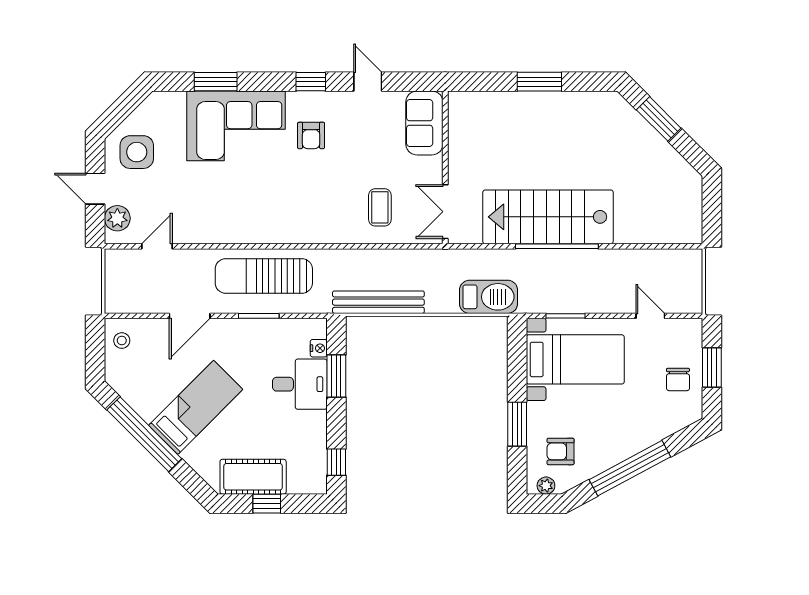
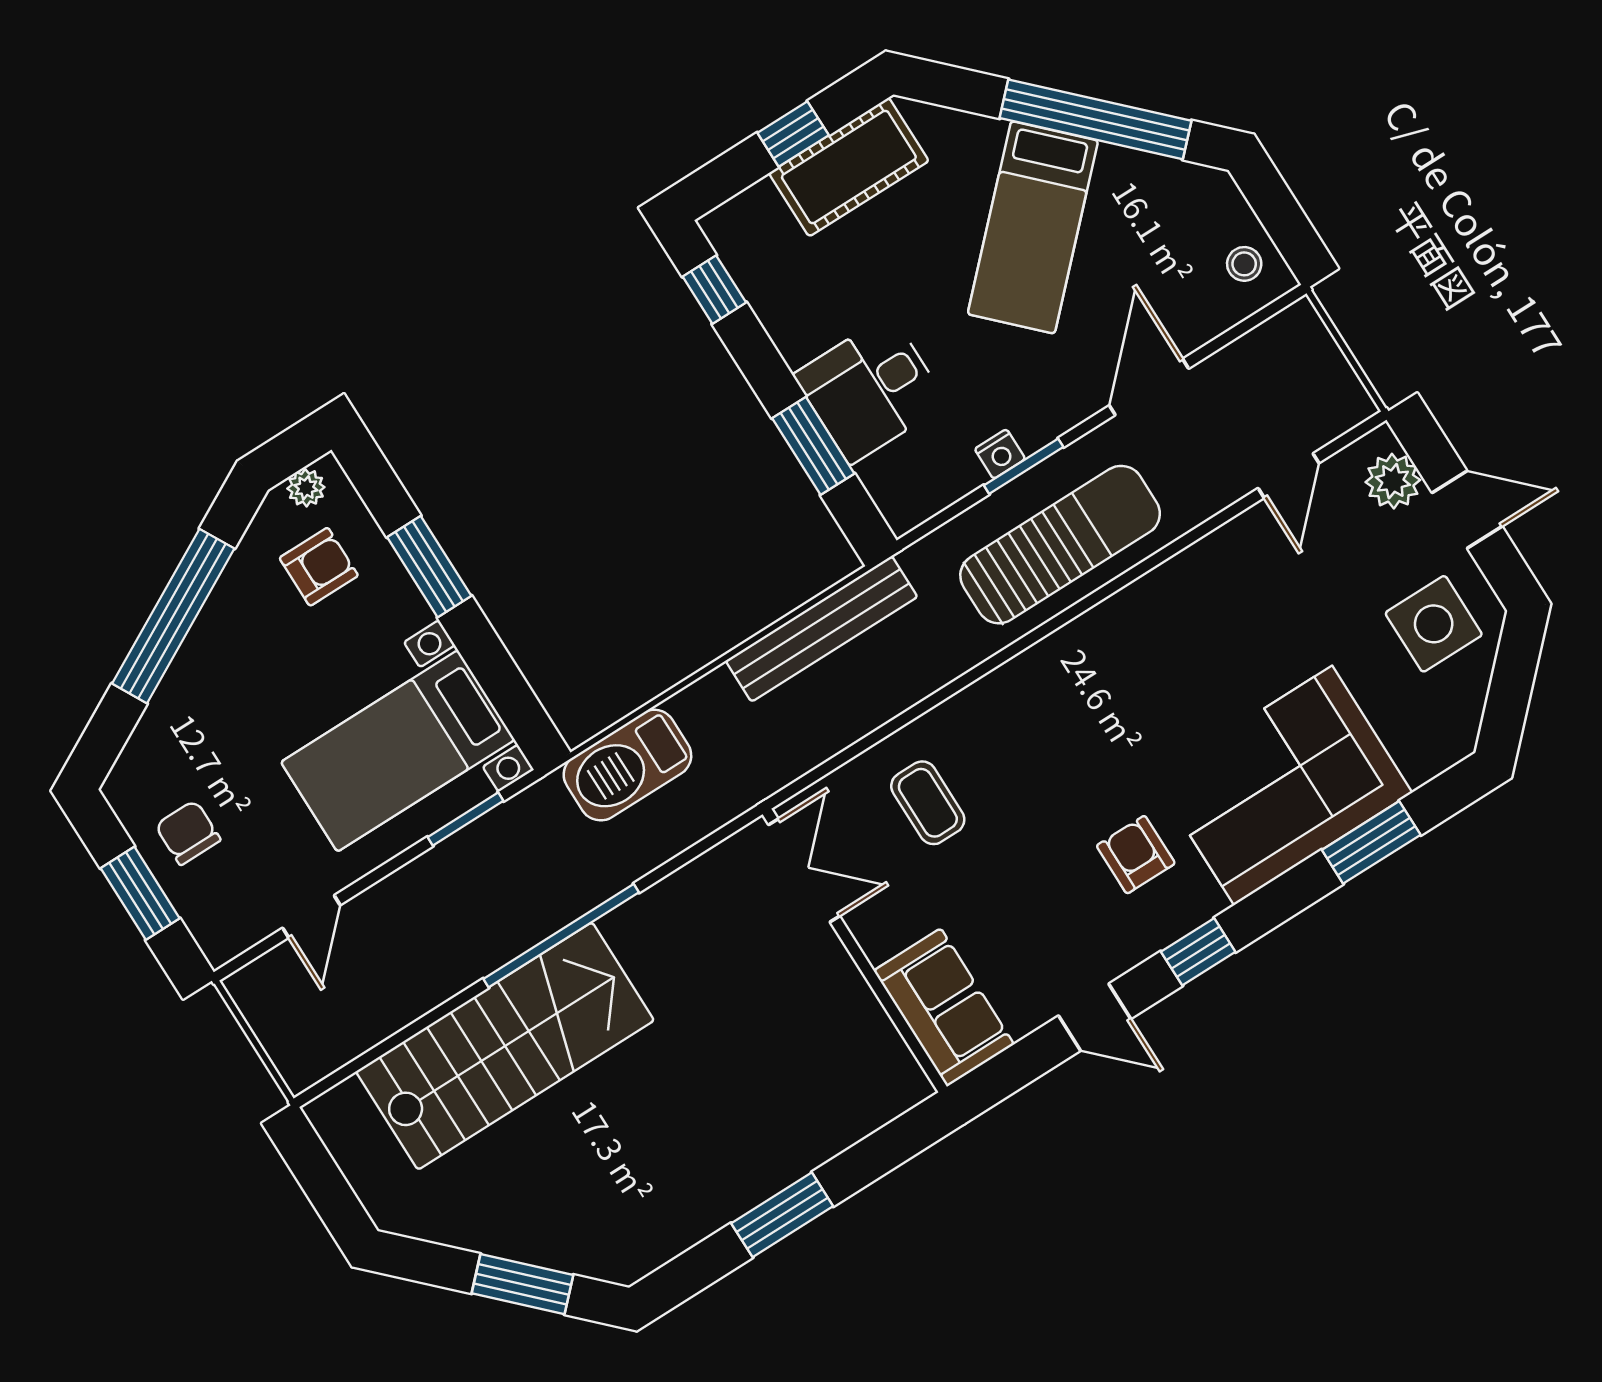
stairs: (548, 217) -> (505, 1046), moved
door: (650, 316) -> (311, 917), hinge flipped
nightstand: (319, 348) -> (1000, 454), moved, turned -90

